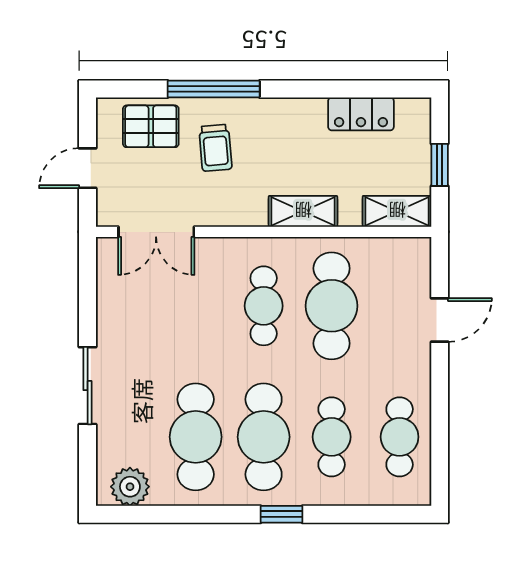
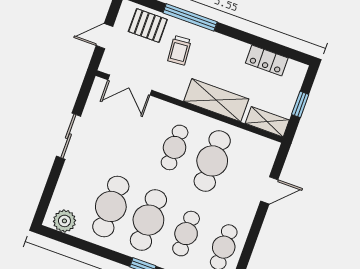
shelving: (303, 211) -> (216, 100), width x1.50, depth x1.33
sliding door: (88, 386) -> (68, 136), moved

